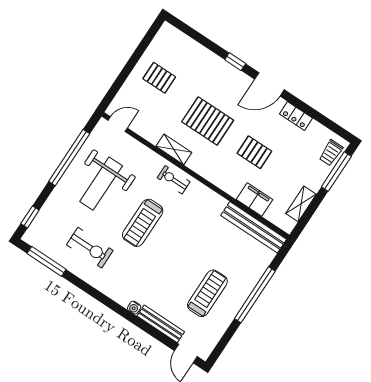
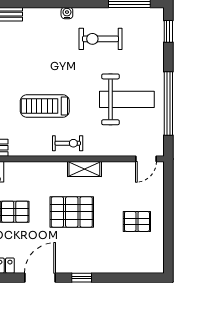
weight bench: (101, 184) -> (127, 99), turned 90
treadmill: (143, 223) -> (45, 106), moved, turned -90
water cooler: (134, 308) -> (67, 13), moved

